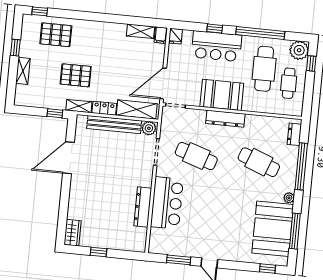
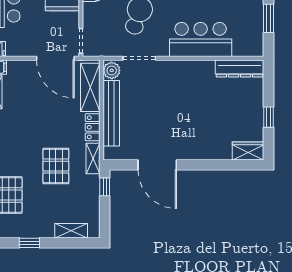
shelving: (23, 71) -> (71, 231), moved
dresser: (143, 207) -> (240, 69), moved

